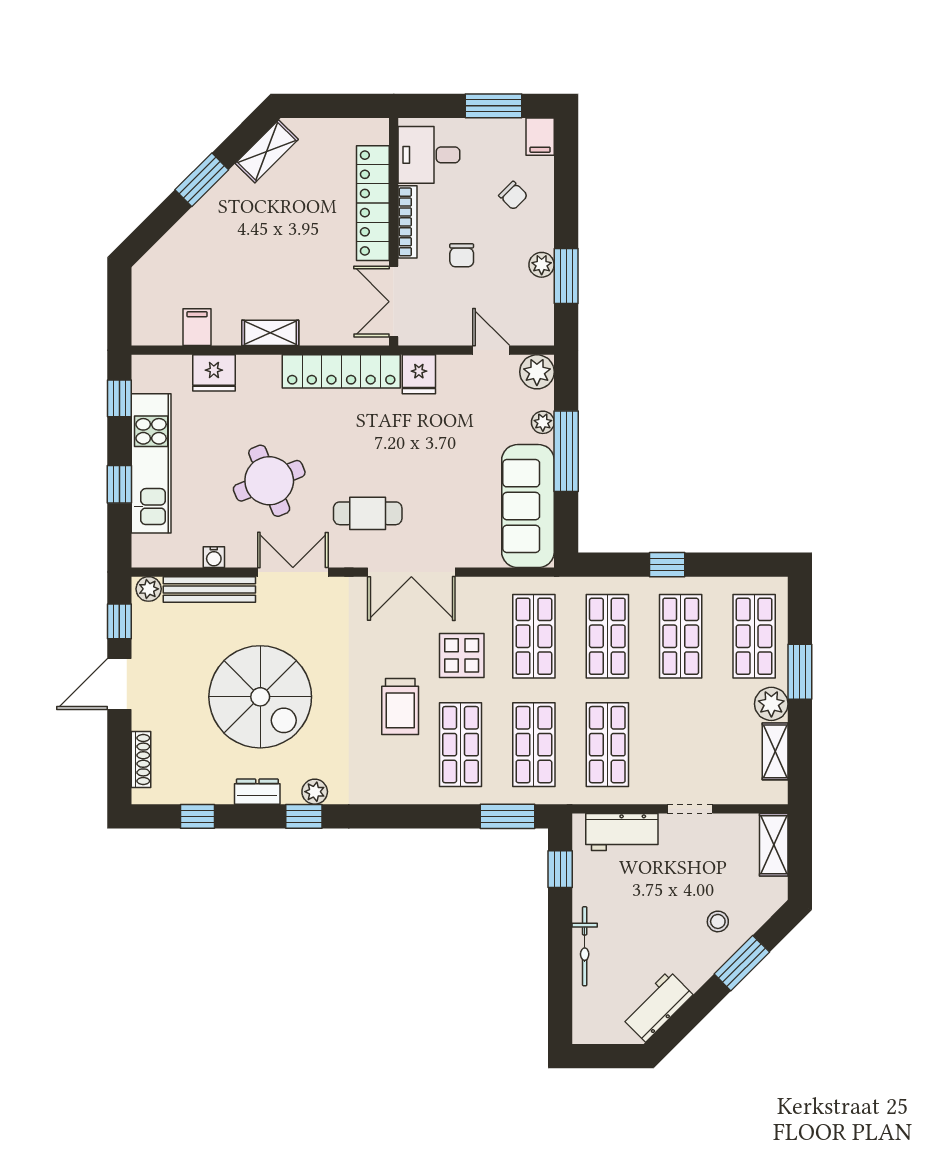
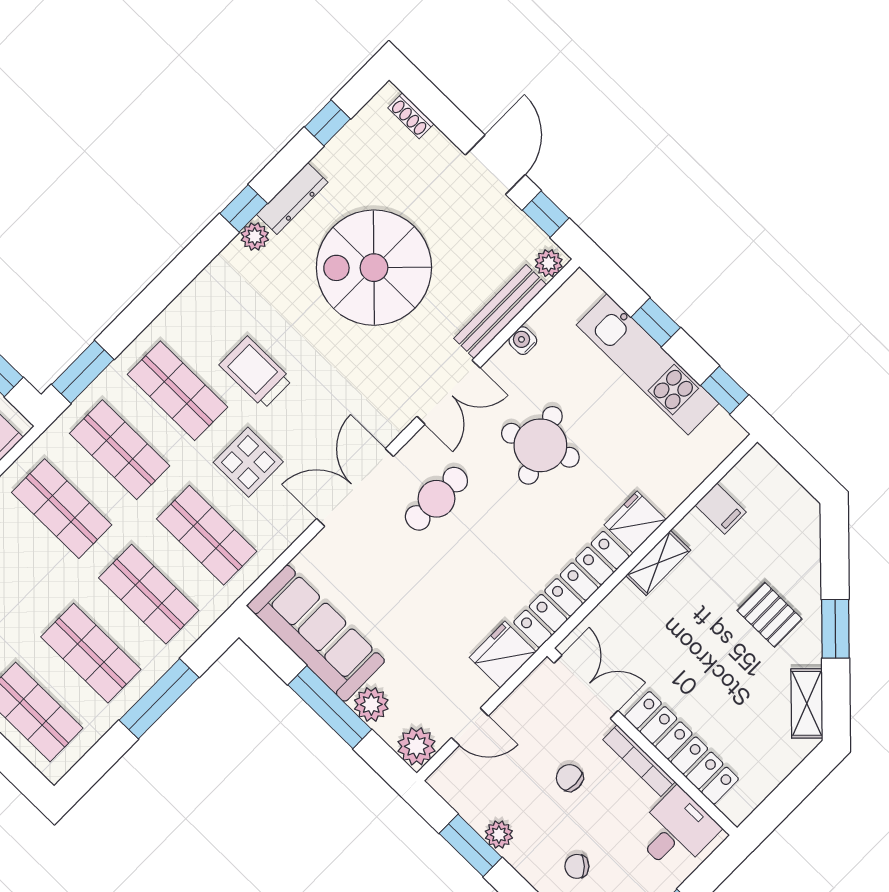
pallet: (234, 230) -> (770, 615), added
fridge: (214, 373) -> (635, 522), moved
fridge: (419, 374) -> (503, 655), width x1.38
plant: (543, 422) -> (371, 704), width x1.38, depth x1.38
window: (667, 565) -> (159, 699), width x2.17
shoe rack: (141, 759) -> (411, 116), width x0.70
dresser: (257, 792) -> (292, 198), width x1.44

